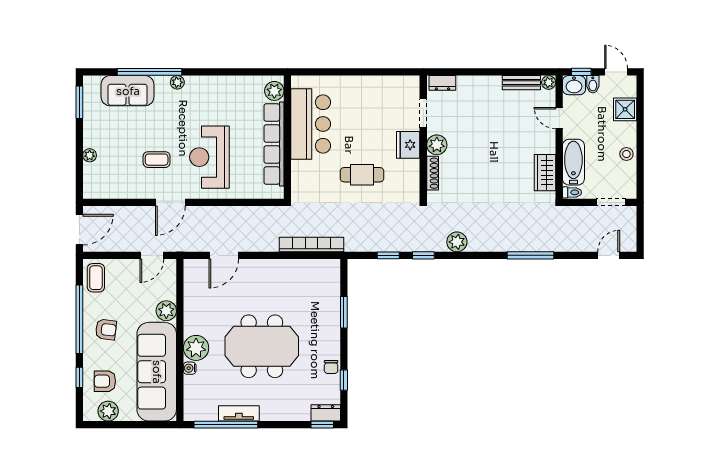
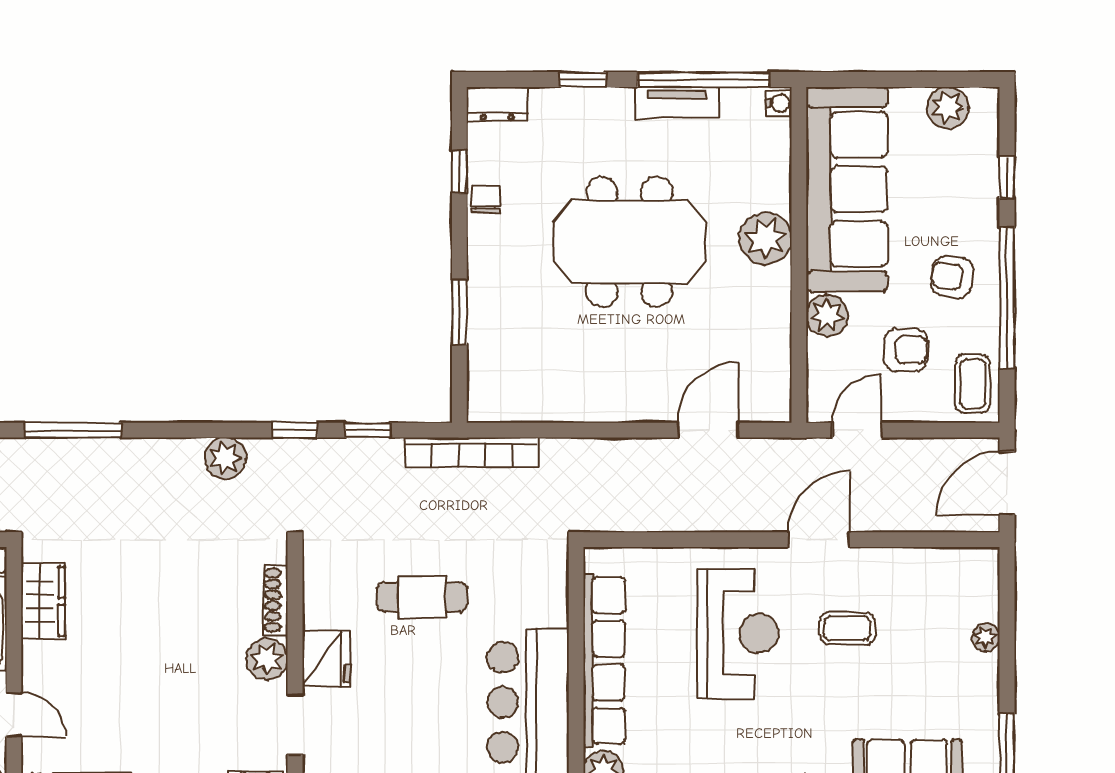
bookcase: (312, 245) -> (472, 452), moved
water cooler: (190, 368) -> (779, 103), moved
armchair: (105, 381) -> (906, 350), moved
window: (322, 425) -> (583, 80), moved

